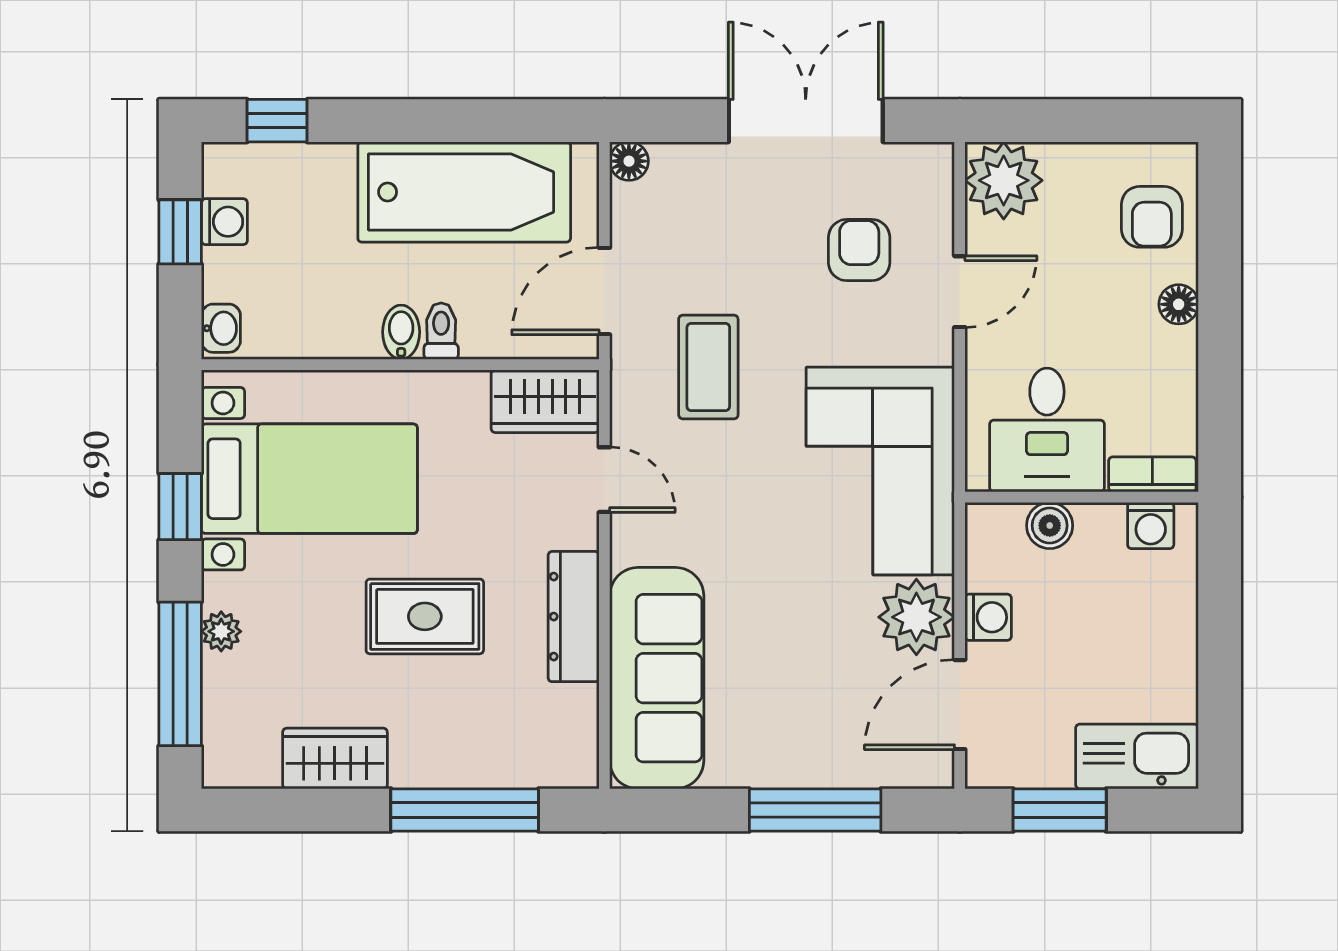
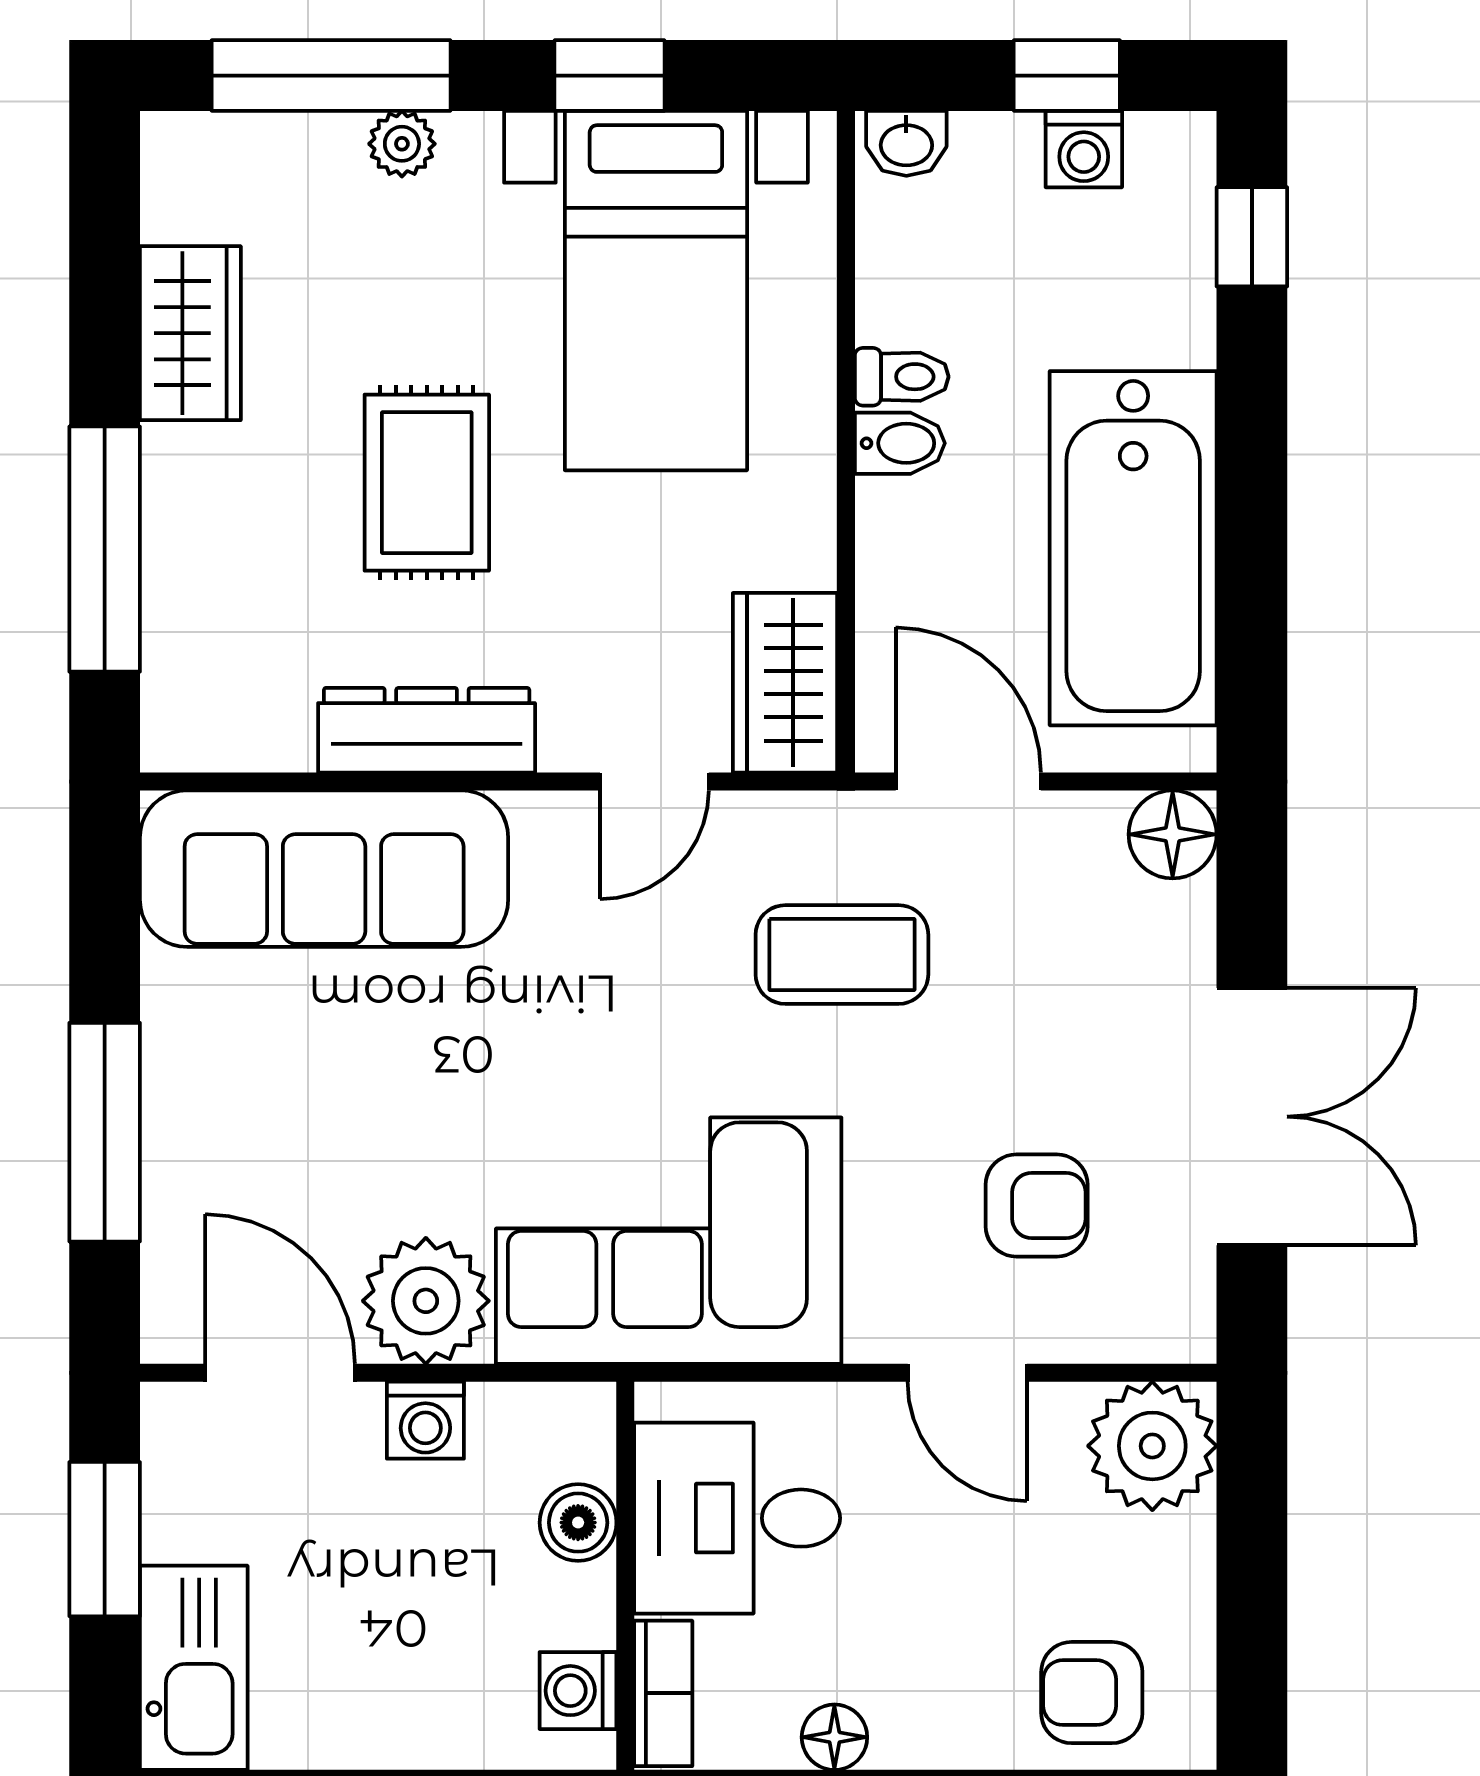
floor lamp: (629, 161) -> (1173, 834), width x1.37, depth x1.37
floor lamp: (1179, 304) -> (834, 1737), moved
toilet: (441, 331) -> (902, 377), moved

